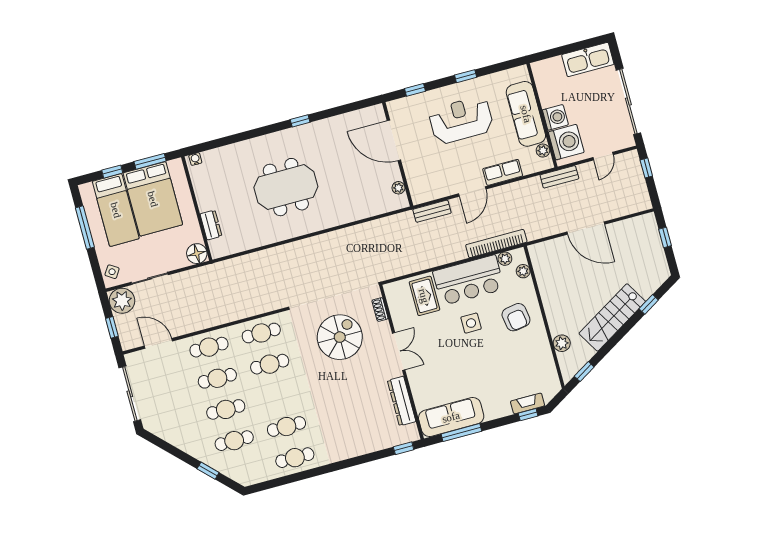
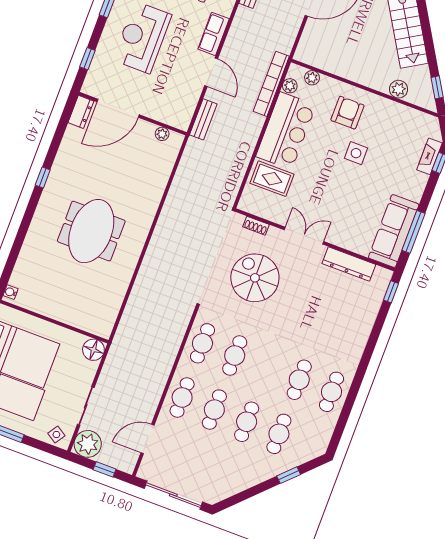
dresser: (211, 225) -> (81, 112), moved, turned 90
armchair: (516, 317) -> (347, 113), turned -81
side table: (471, 323) -> (356, 153), moved

